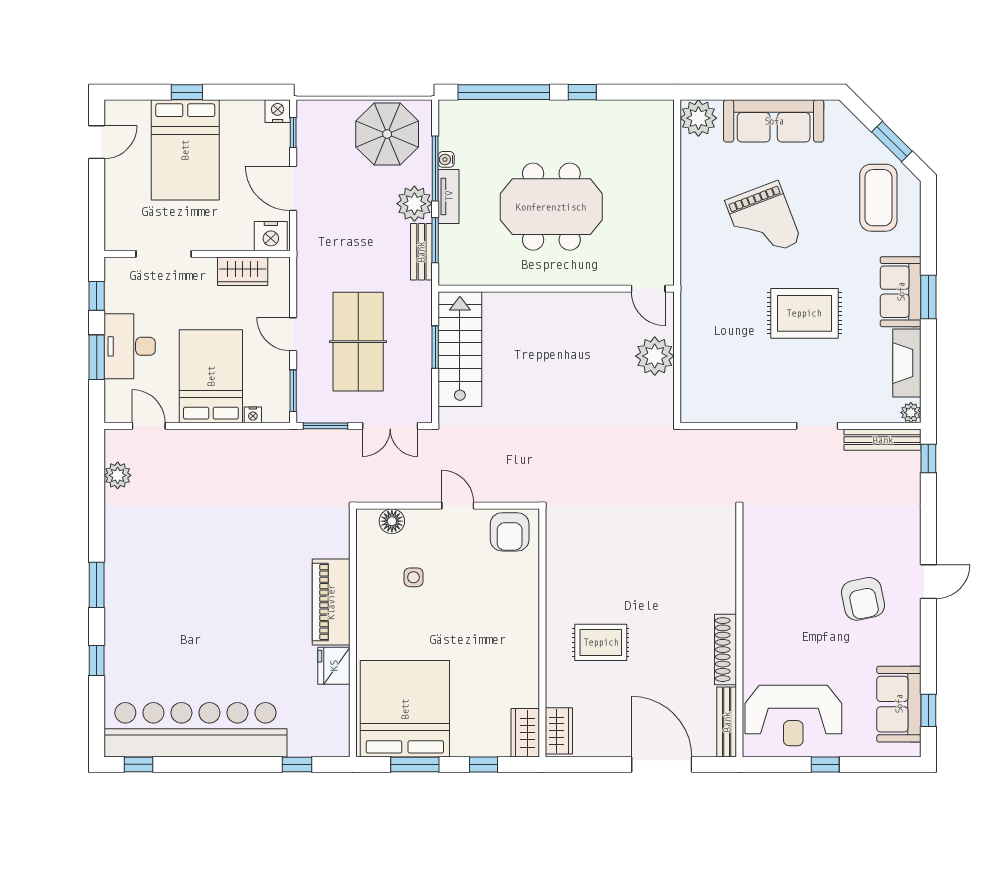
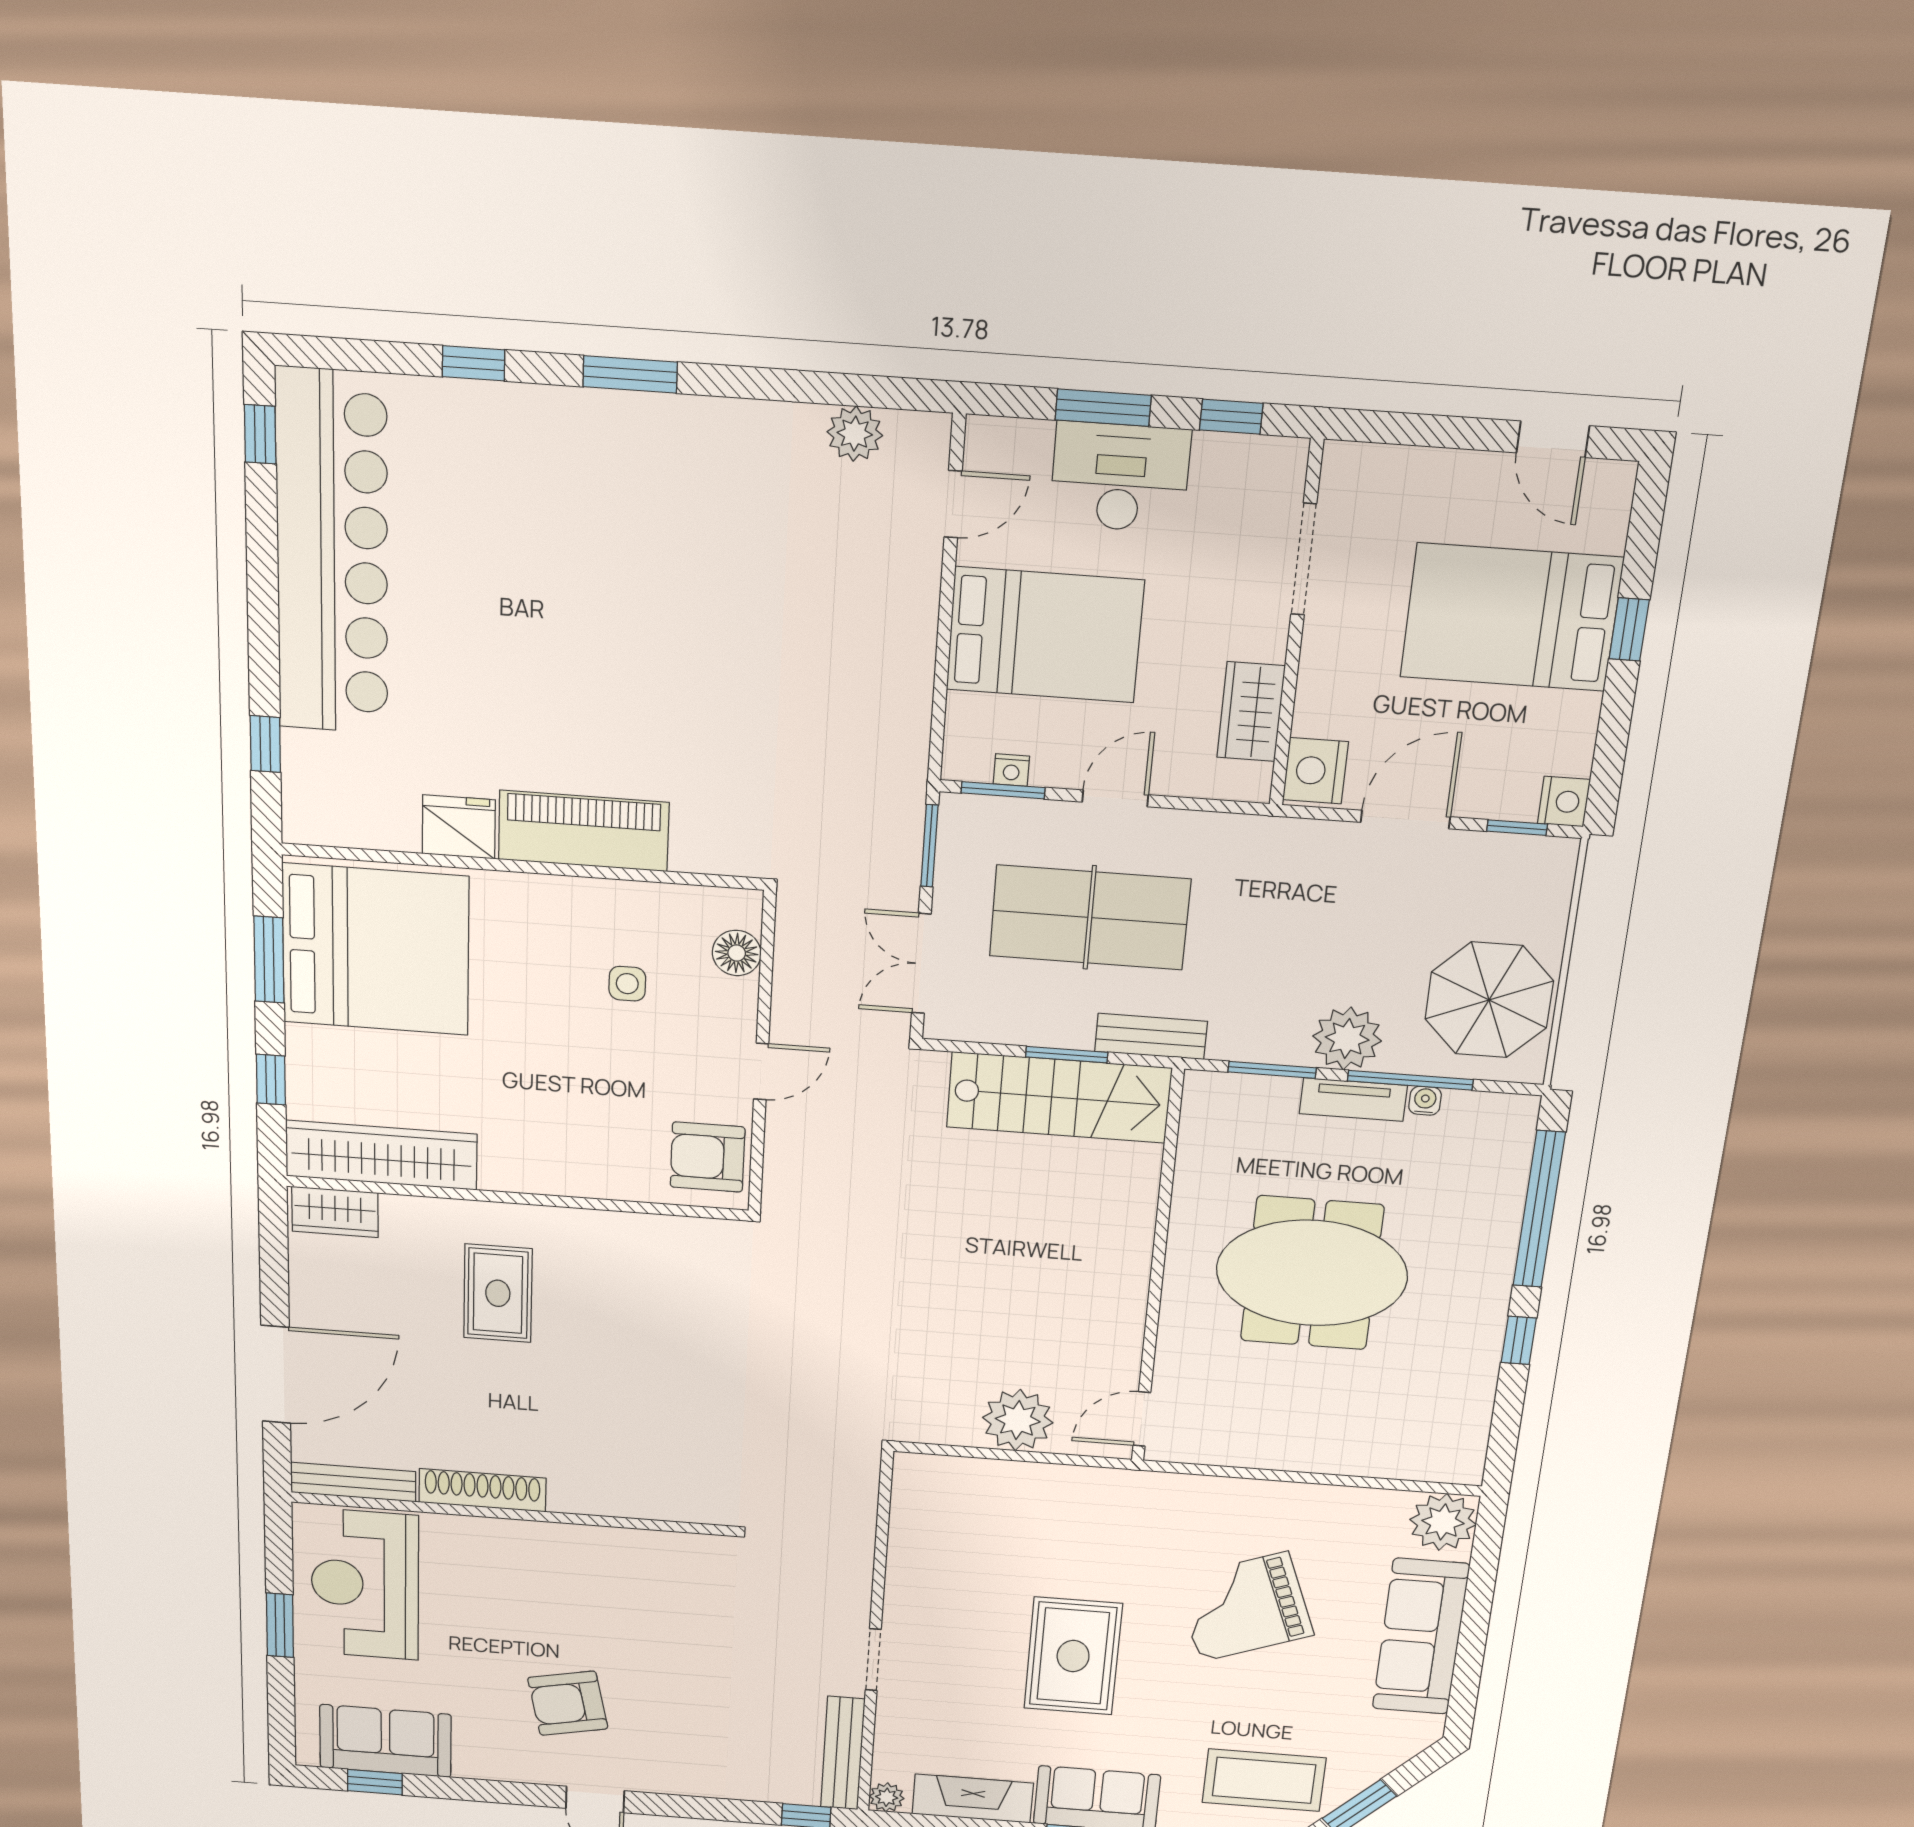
meeting table: (551, 207) -> (1312, 1273), turned 90
bench: (421, 252) -> (1151, 1036), moved
nightstand: (253, 415) -> (1011, 770), moved, turned -90
wardrobe: (525, 733) -> (381, 1155), width x2.10, depth x1.17
window: (825, 764) -> (280, 1625), width x1.50

